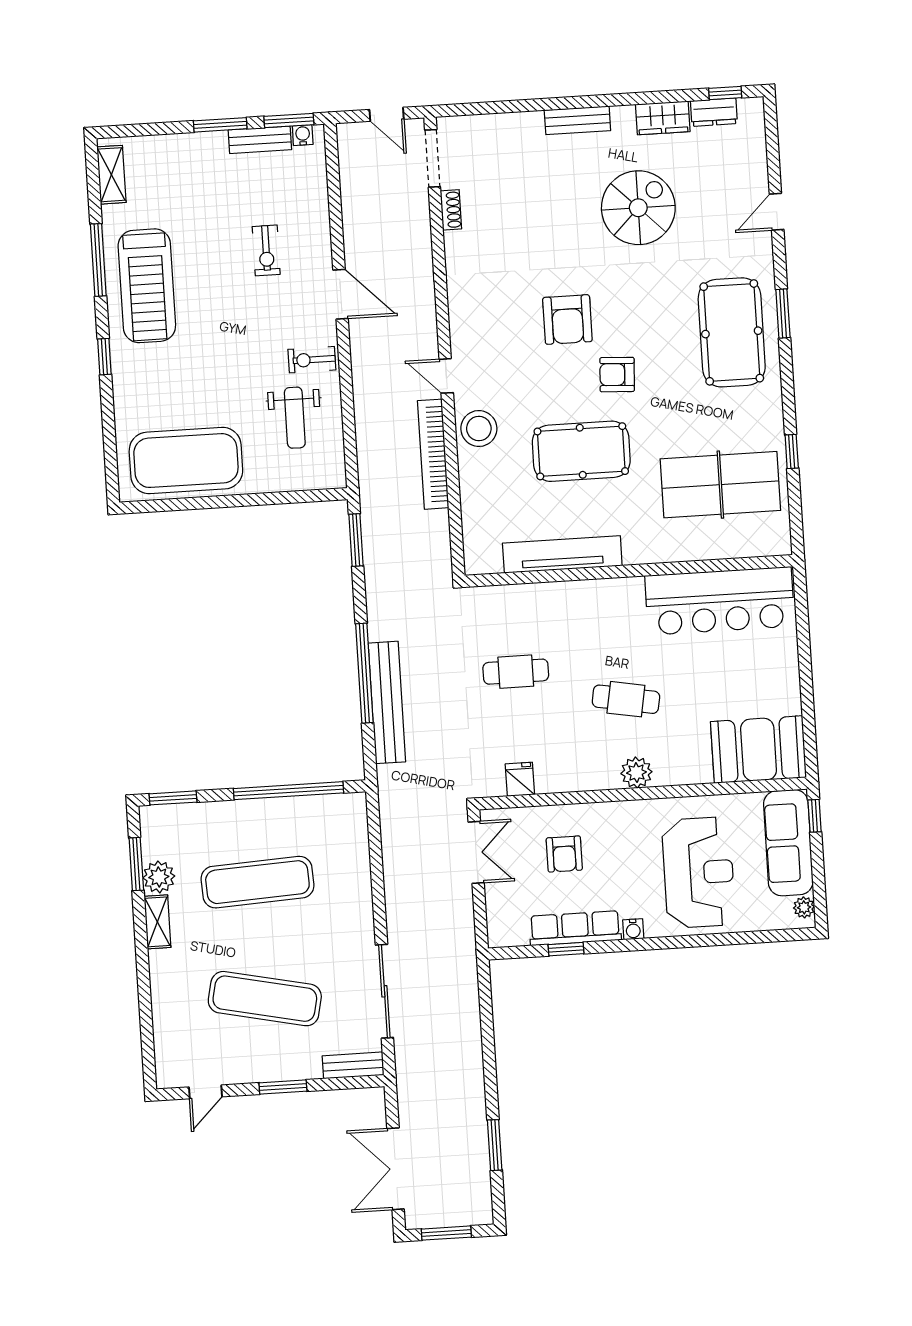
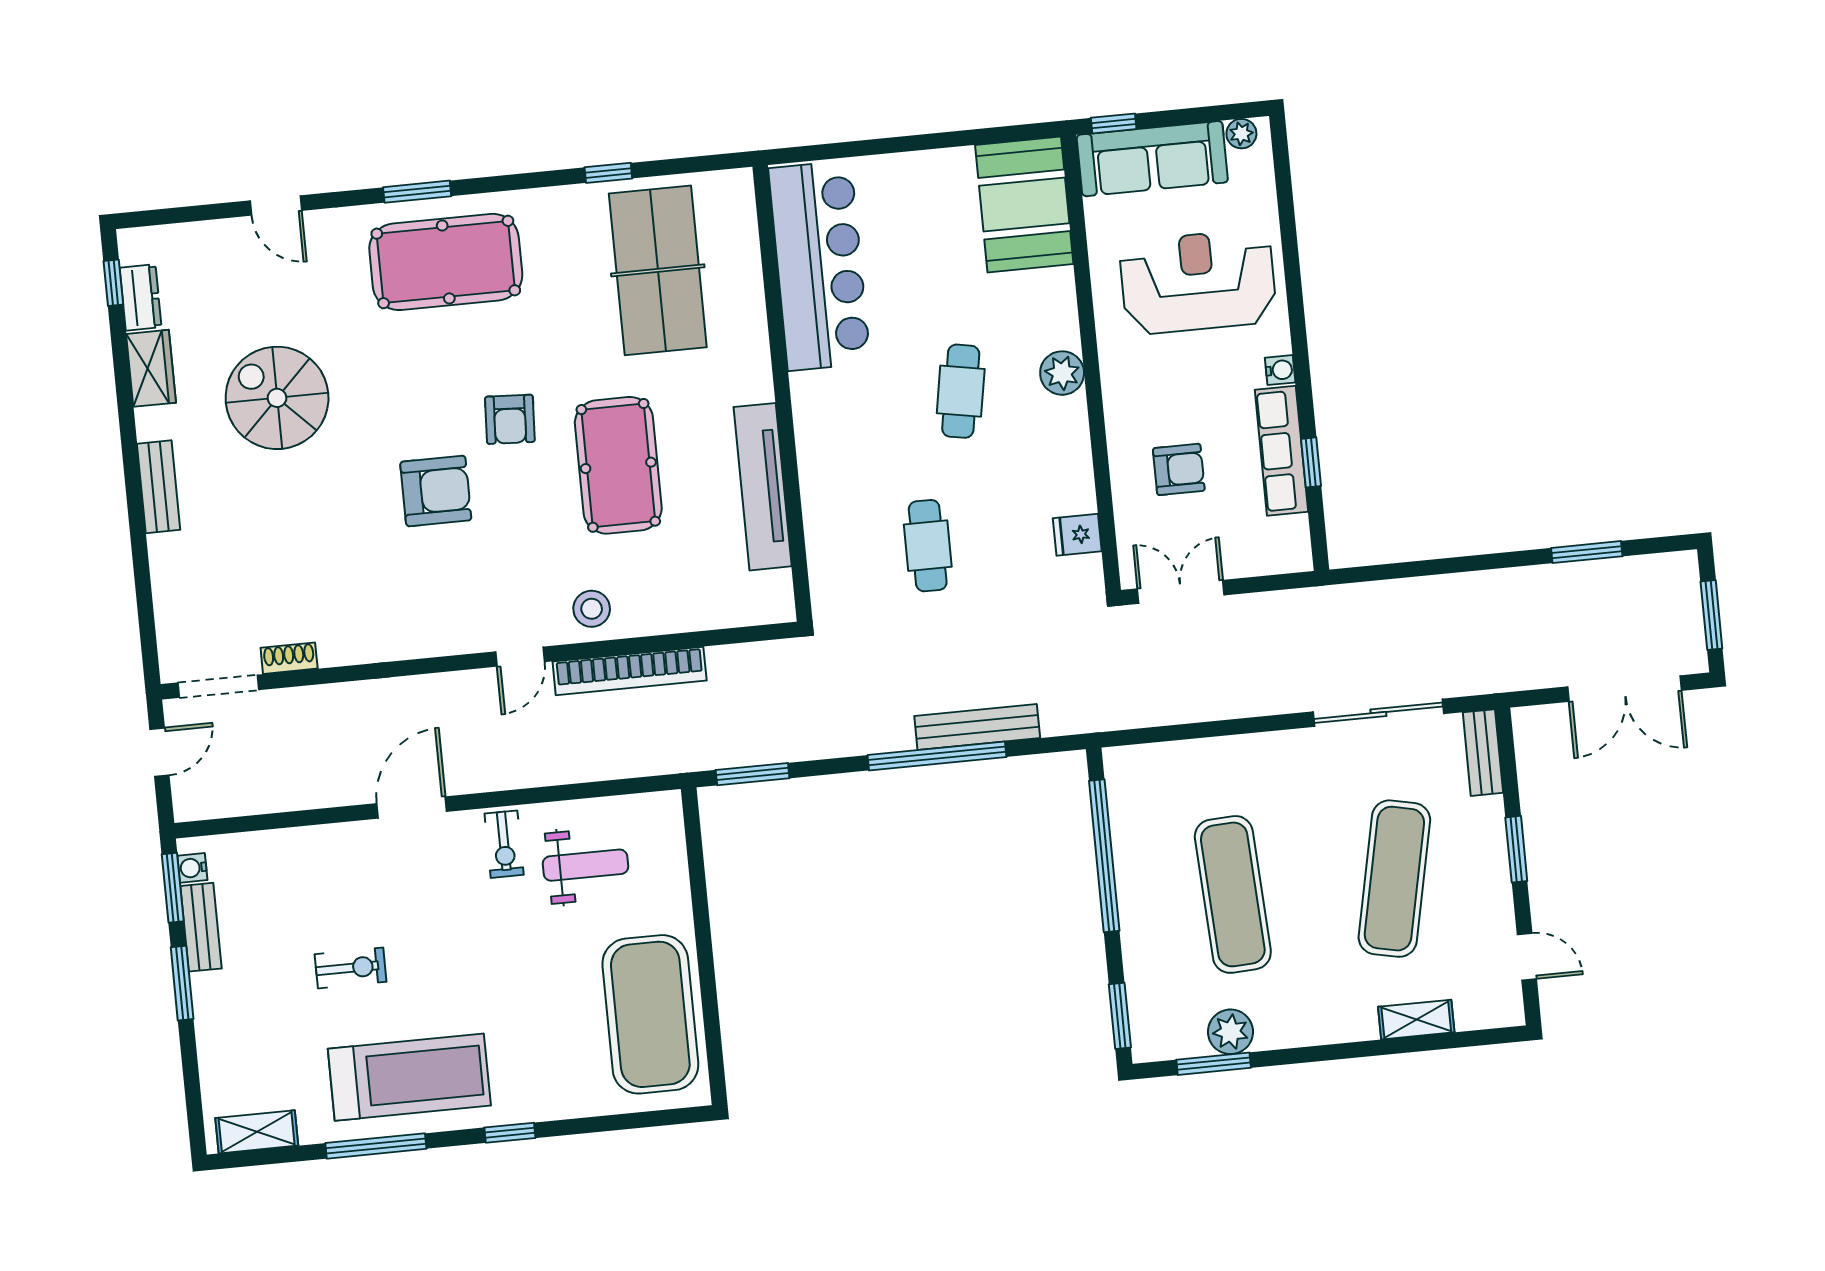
exercise bike: (266, 250) -> (351, 968), moved
stool: (479, 429) -> (592, 609), width x0.73, depth x0.73
bench: (387, 702) -> (977, 727), width x0.73, depth x0.82
shelving: (157, 922) -> (1416, 1020), moved

